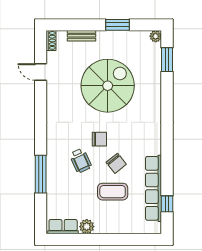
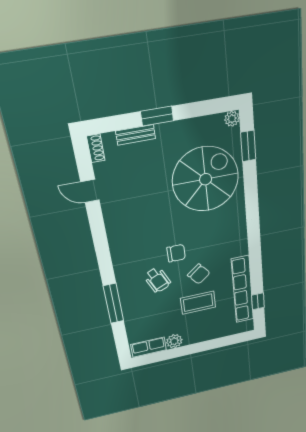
window: (117, 25) -> (157, 116), moved
spiral stairs: (108, 86) -> (206, 179), moved

